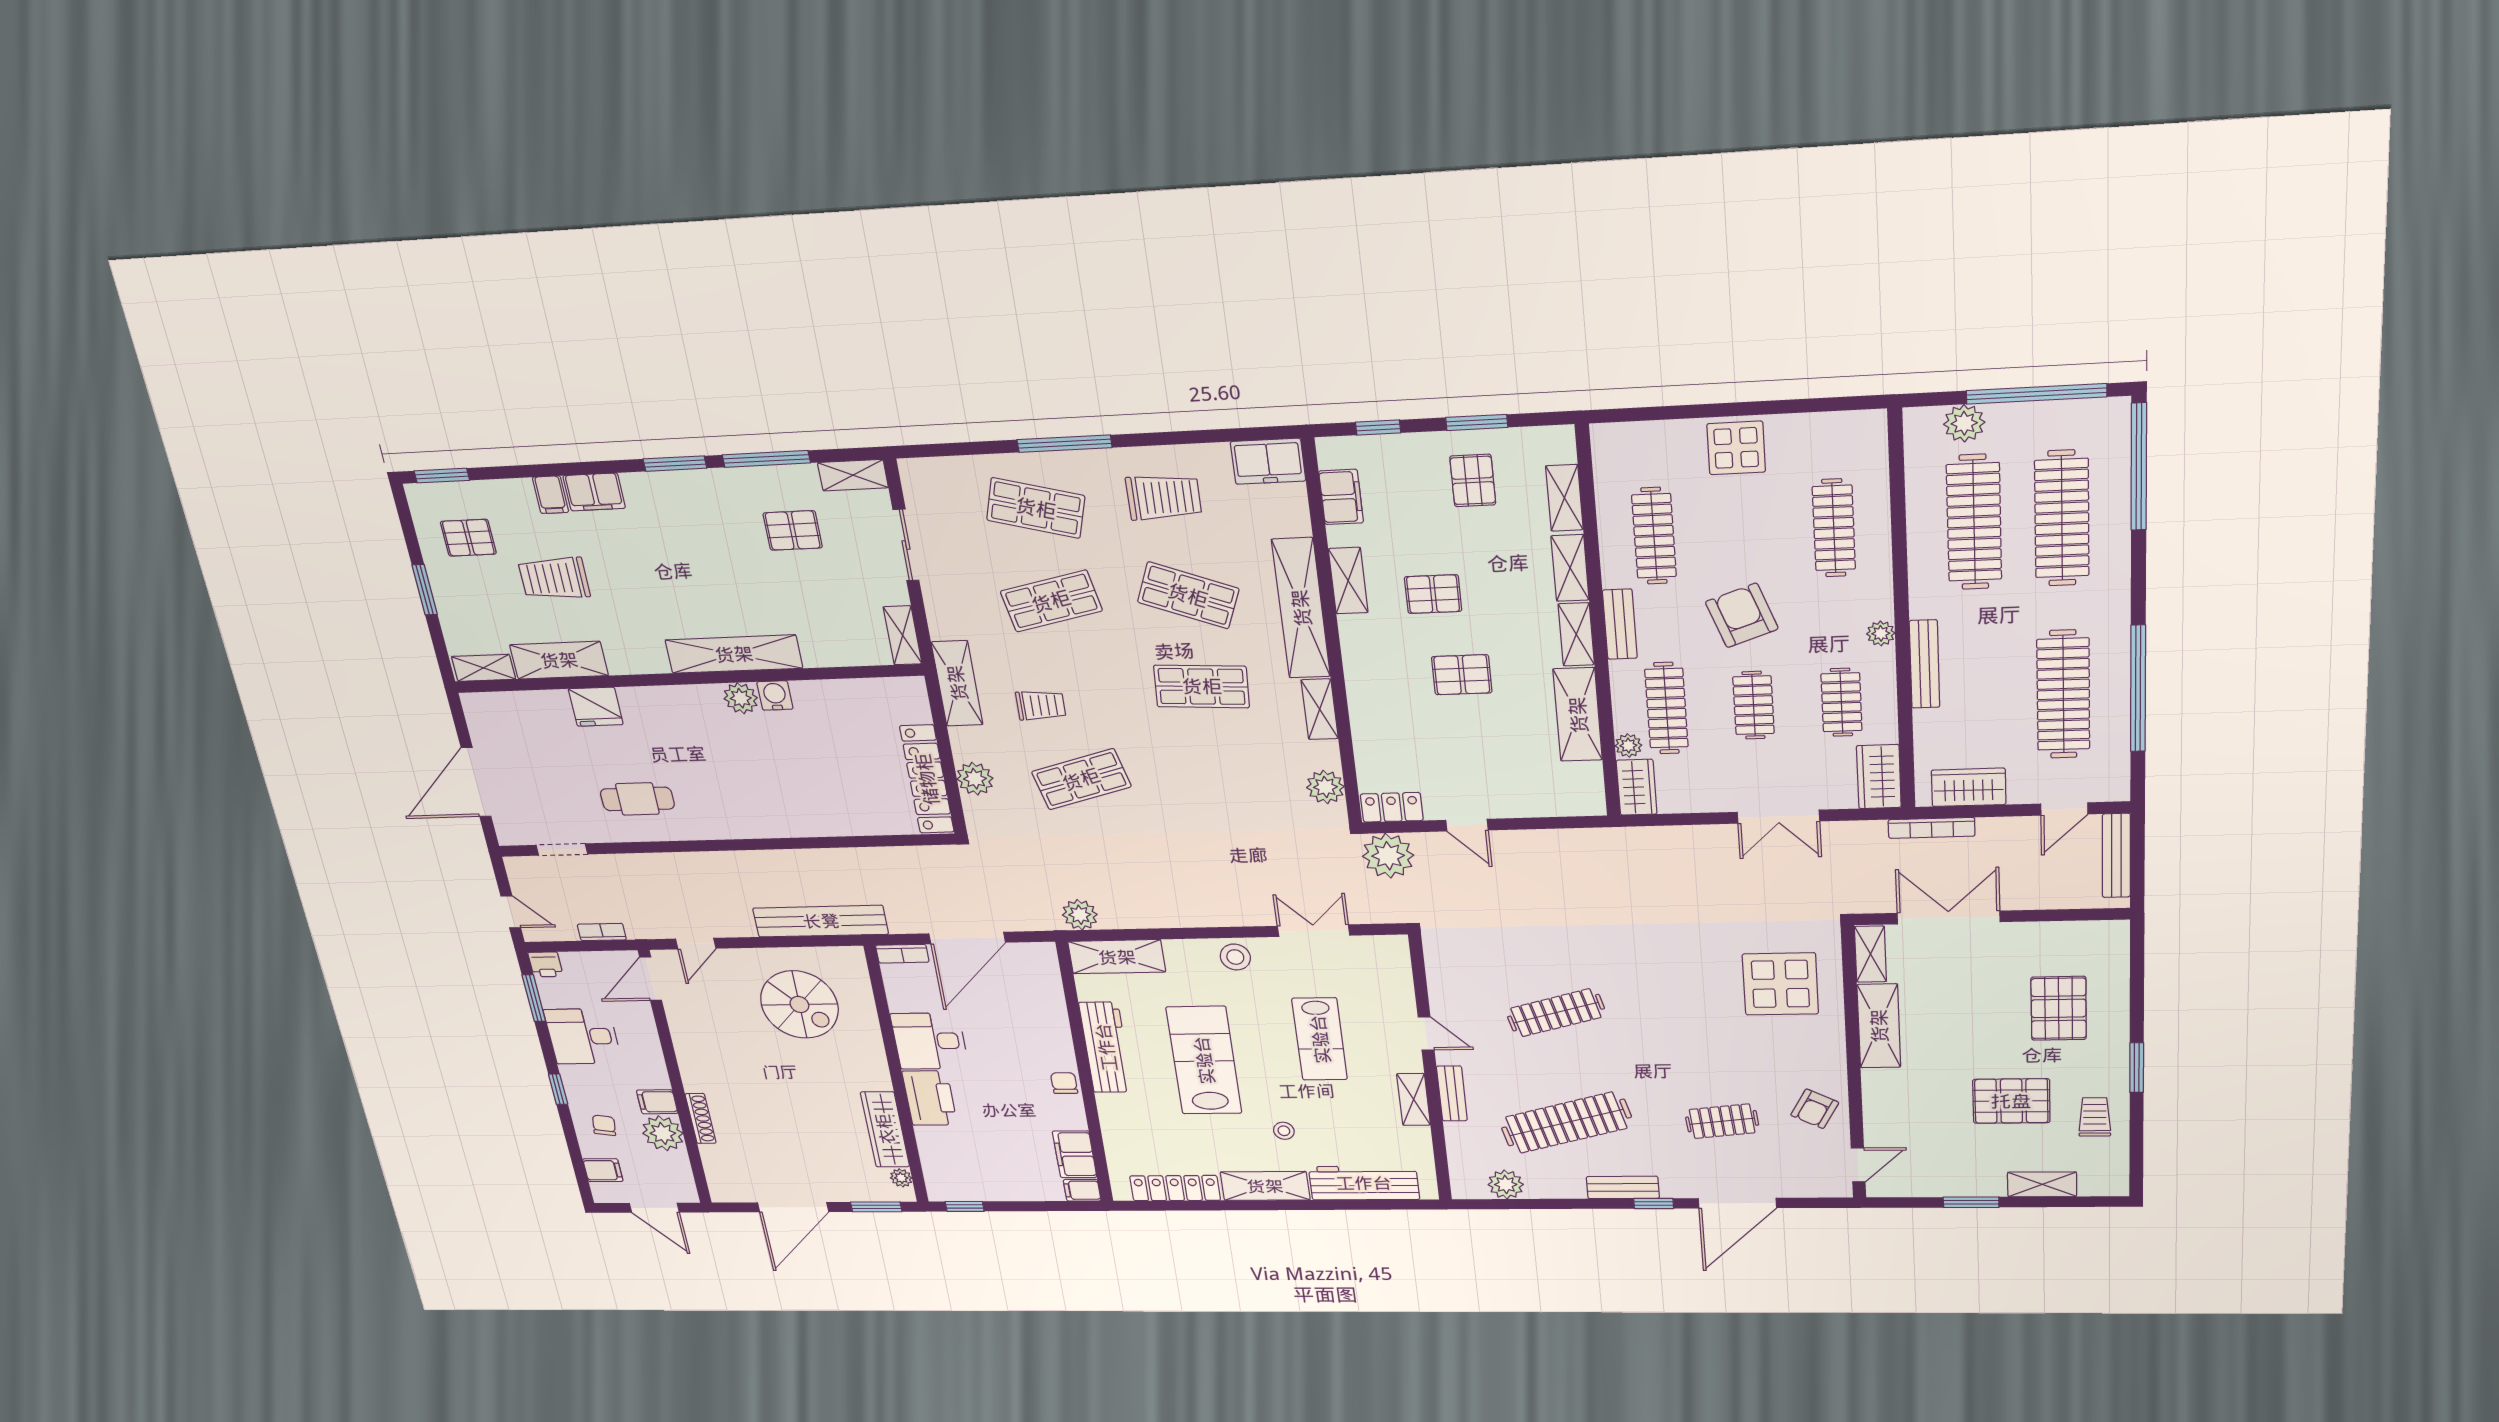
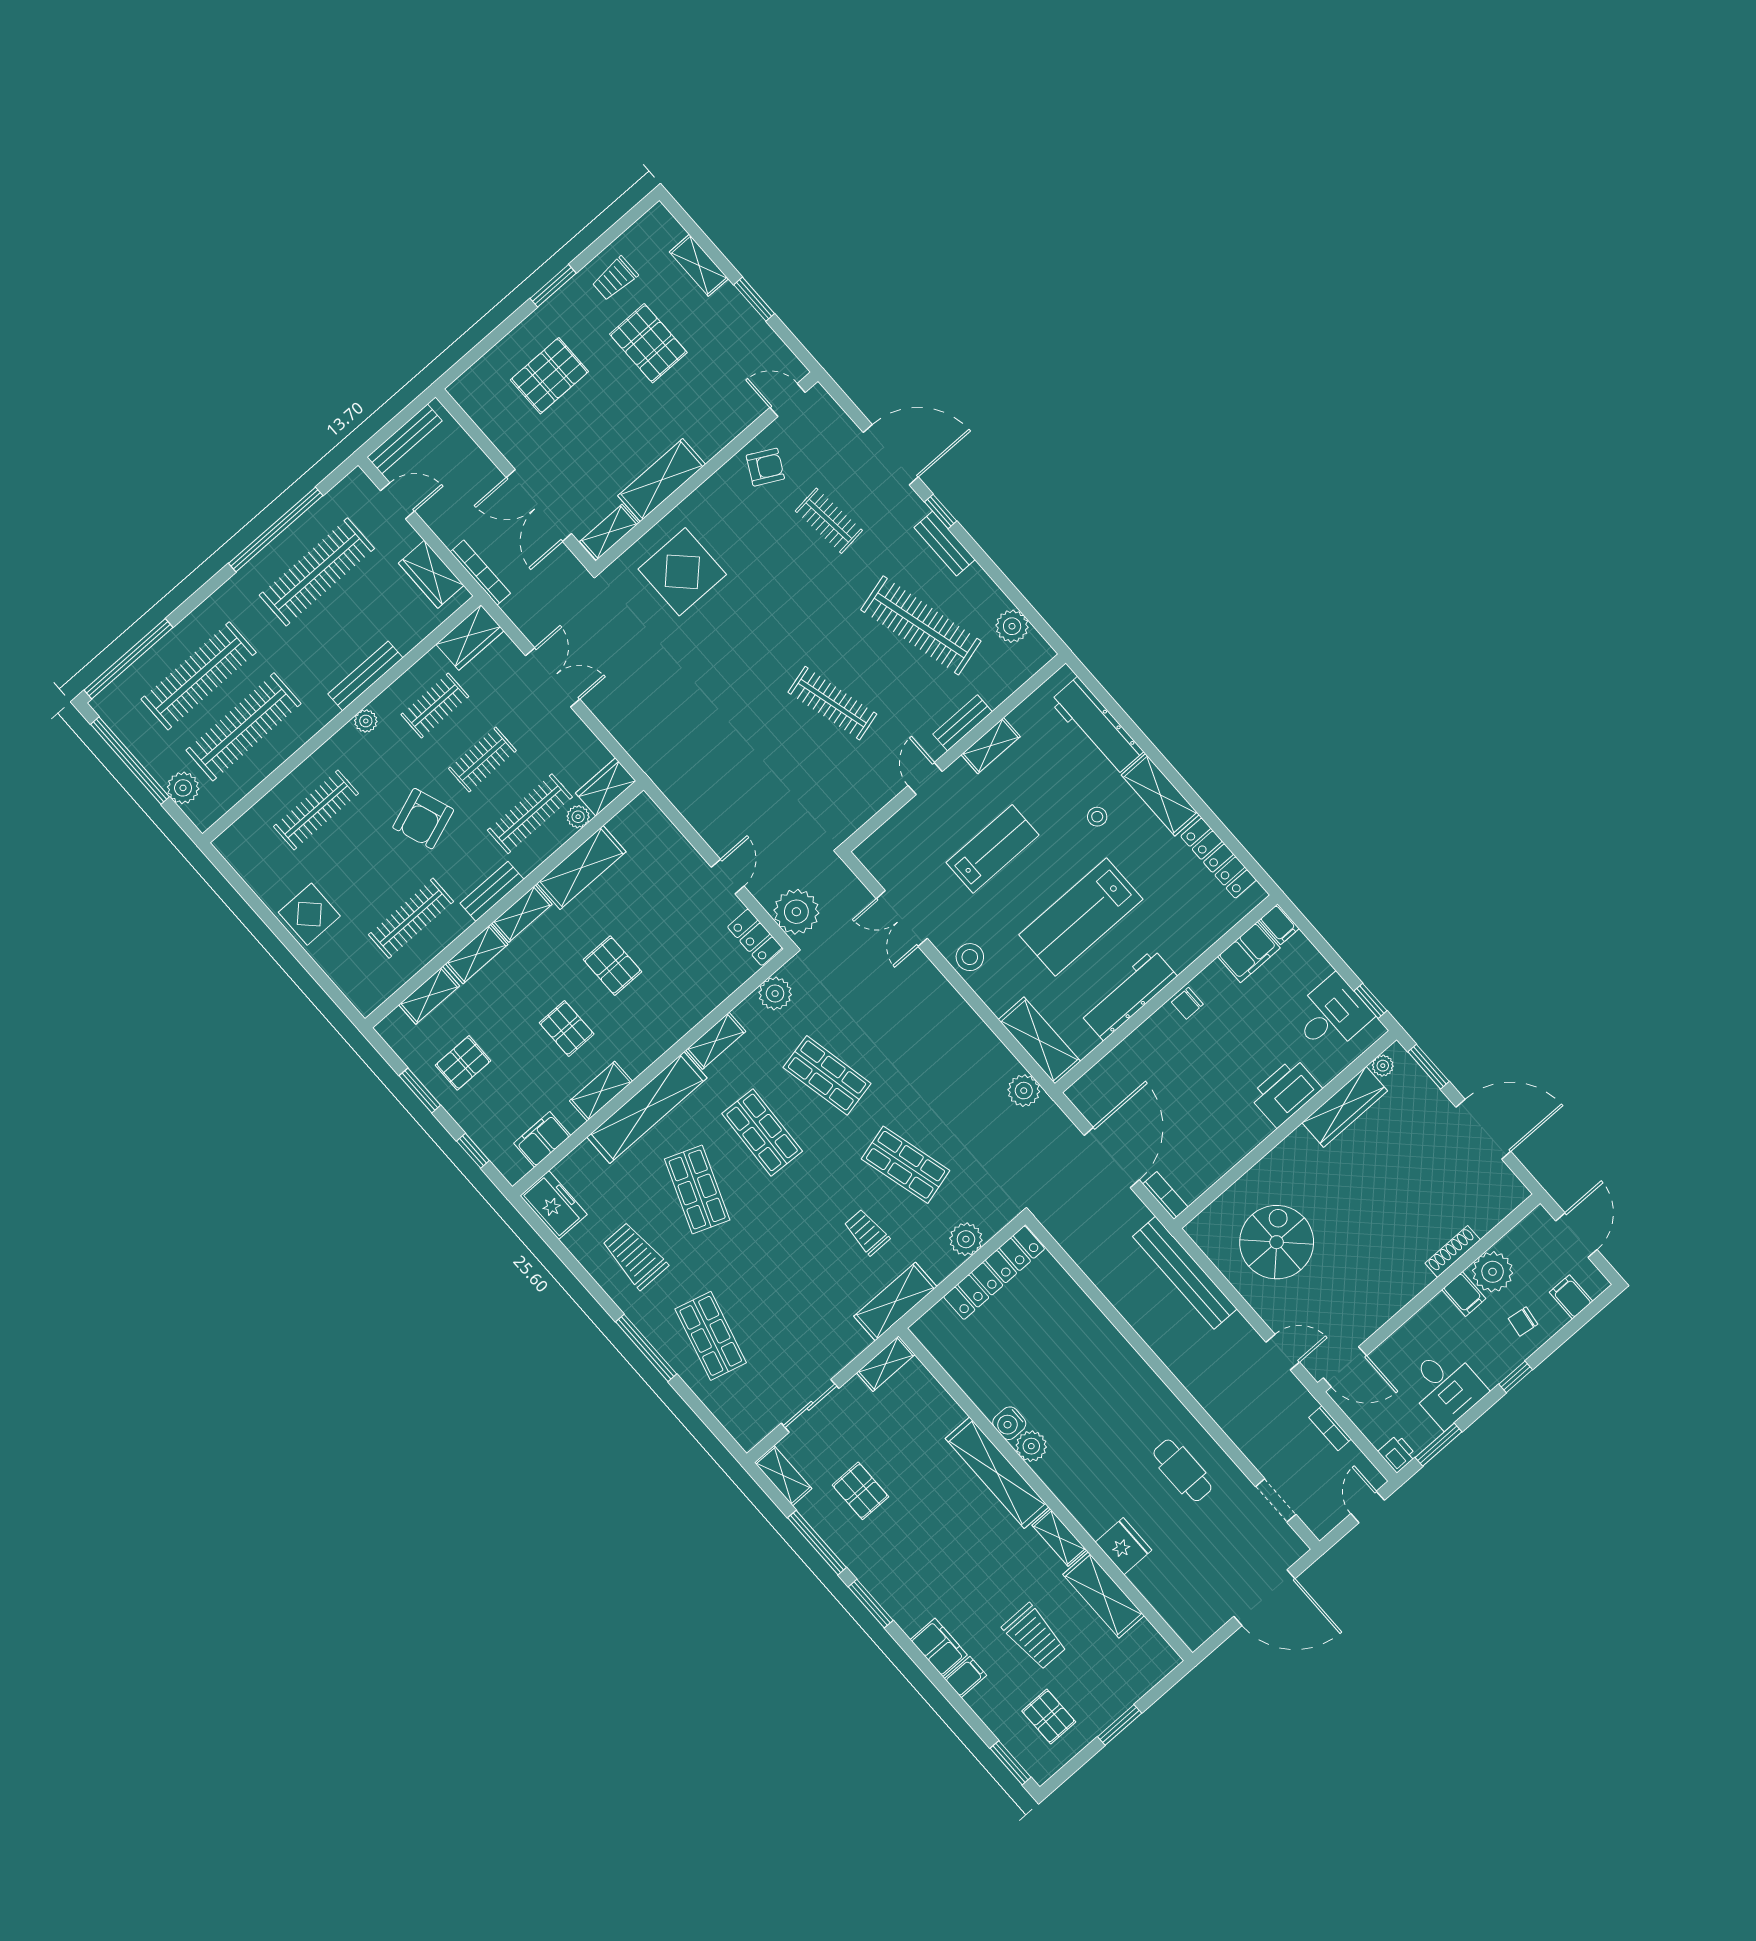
shop shelf: (1051, 601) -> (827, 1075), moved
shelving: (484, 668) -> (1059, 1538), moved
door: (967, 938) -> (1112, 1158), hinge flipped
desk: (930, 1041) -> (1331, 1015), moved, turned -90

